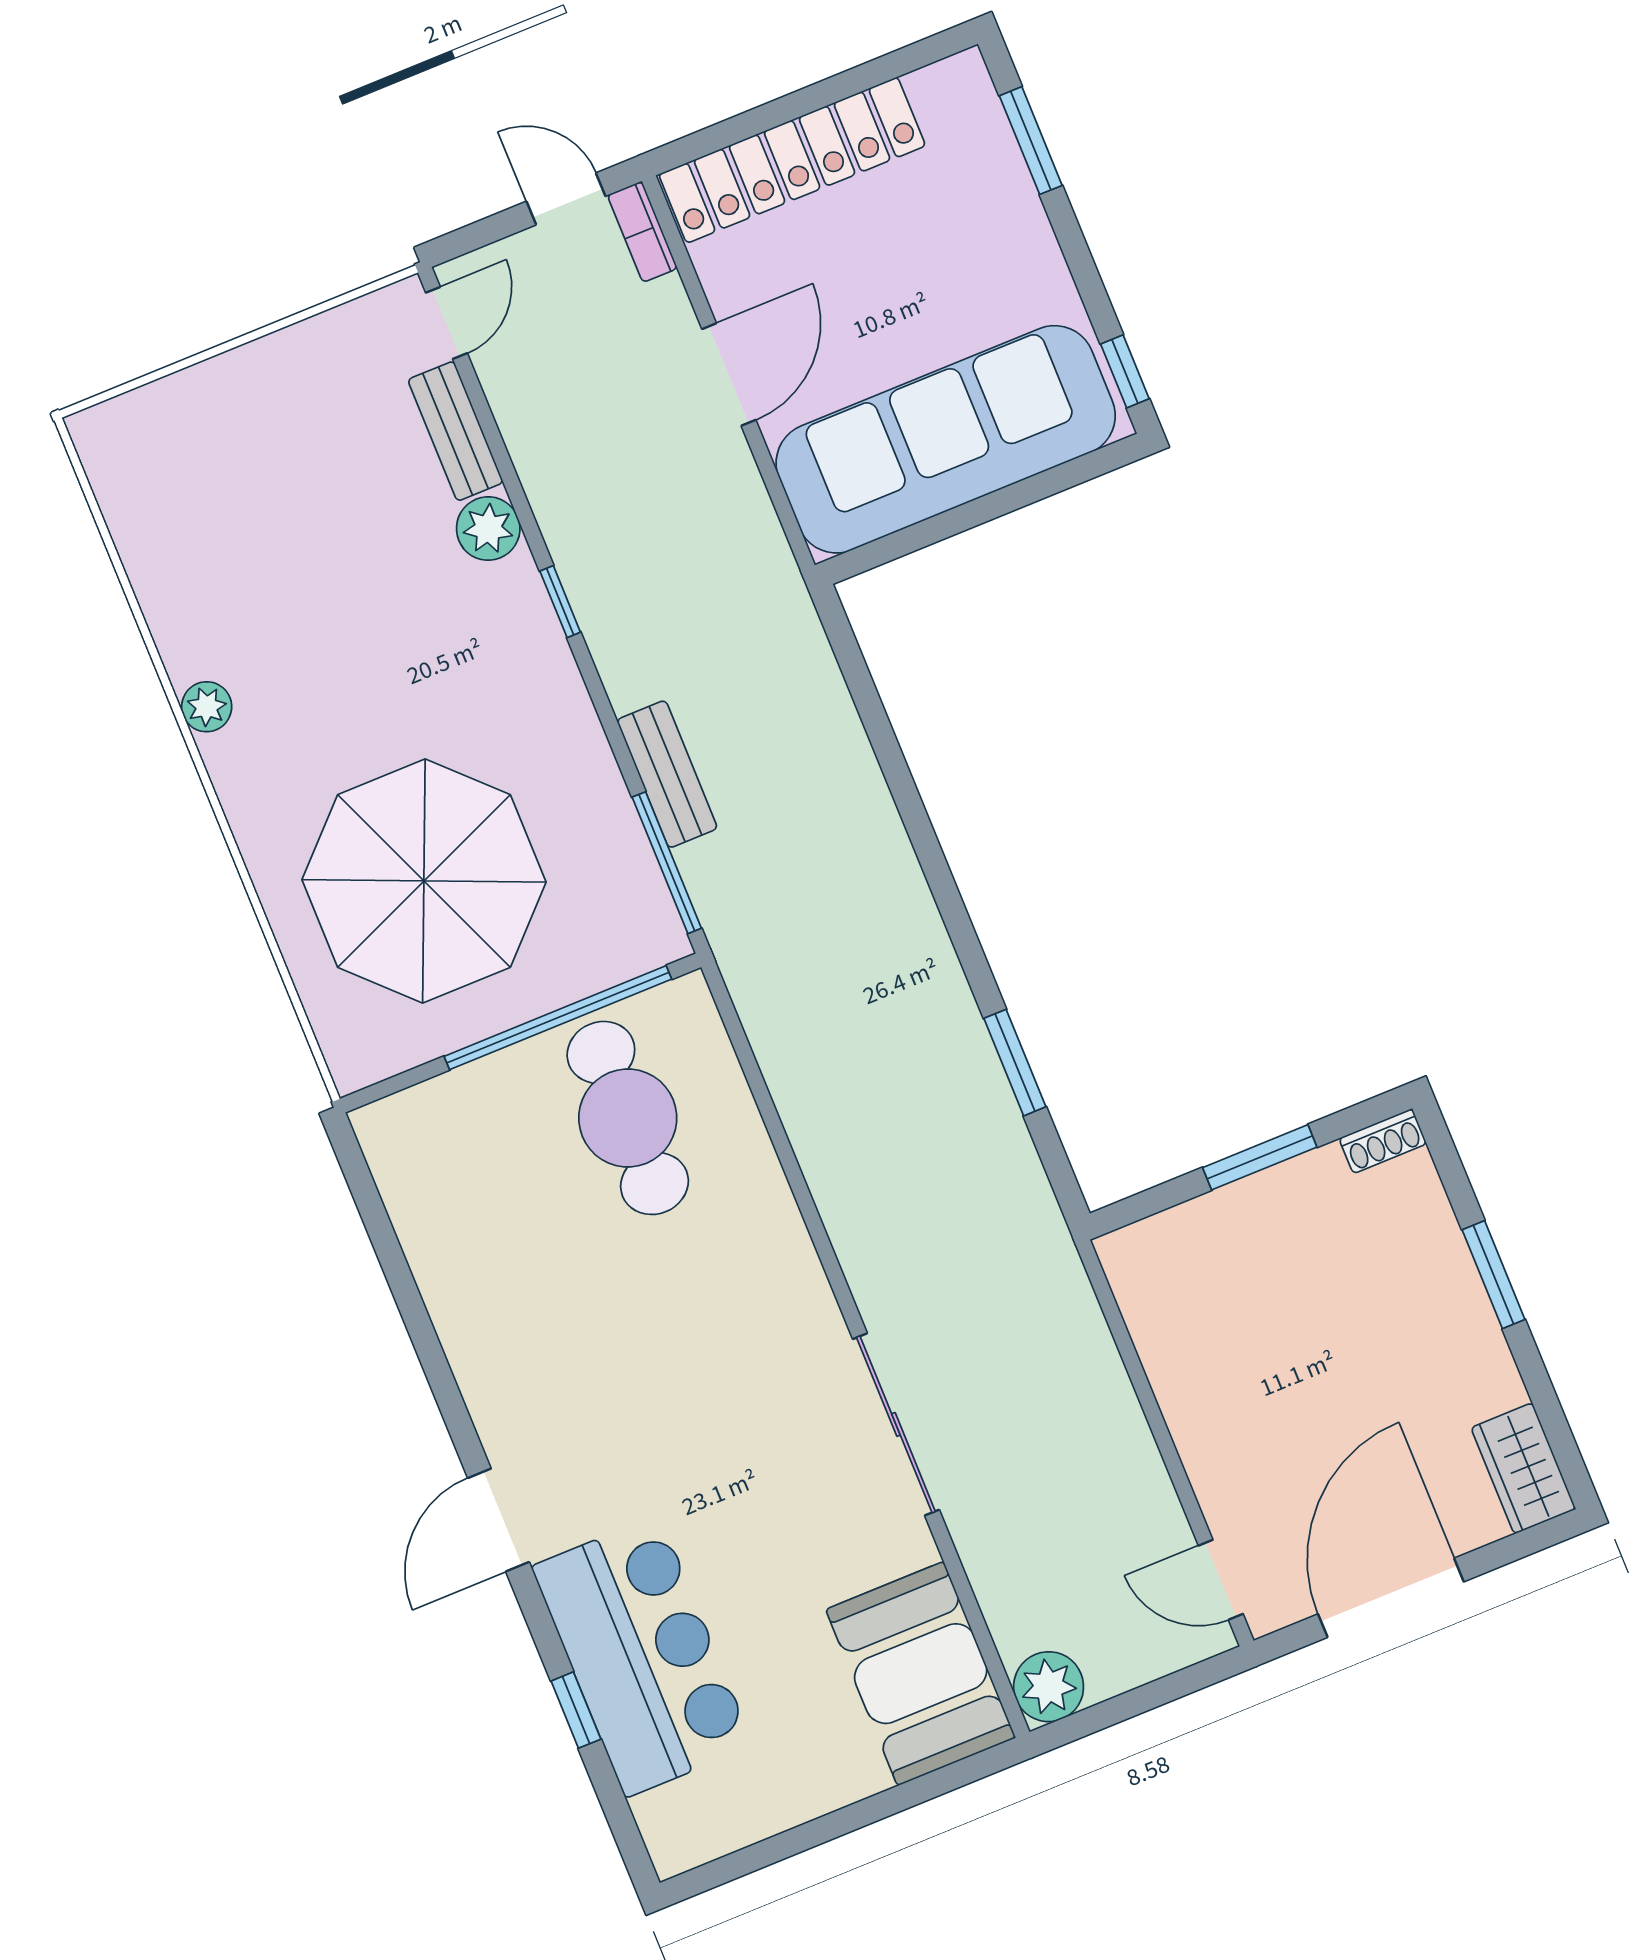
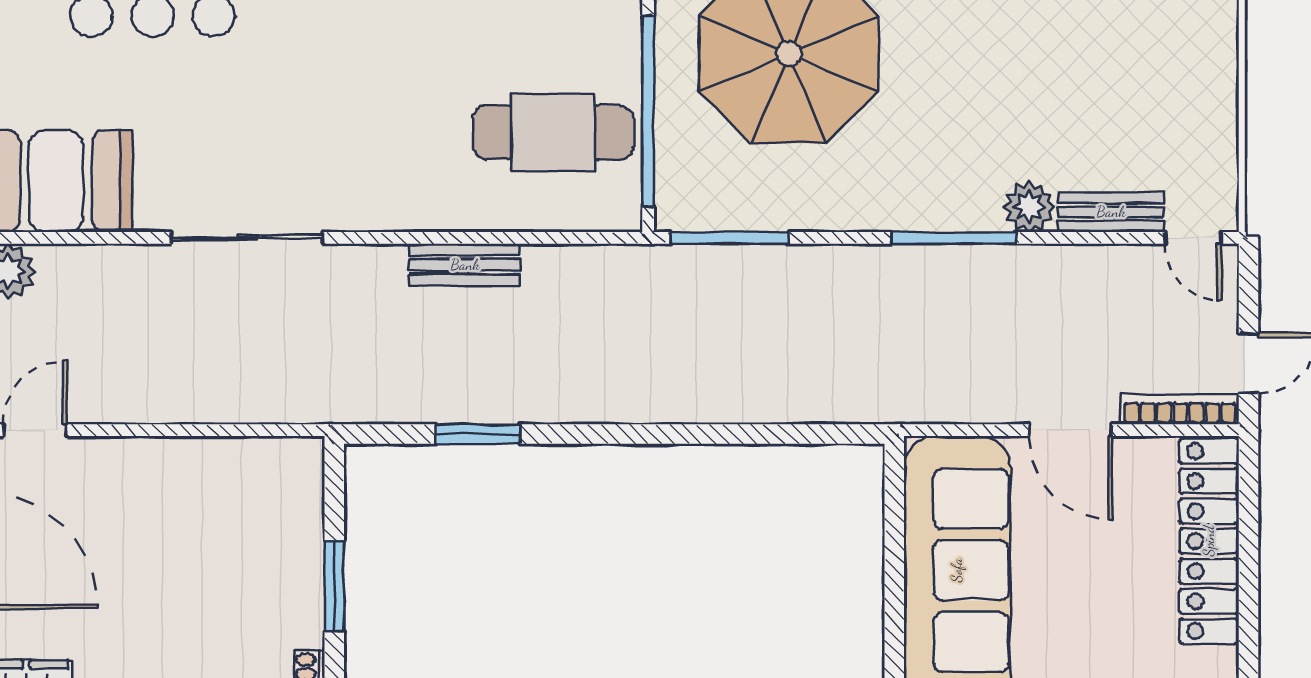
bookcase: (642, 232) -> (1180, 409), width x1.56
window: (560, 602) -> (954, 238), width x2.17
bench: (667, 774) -> (465, 265), moved

